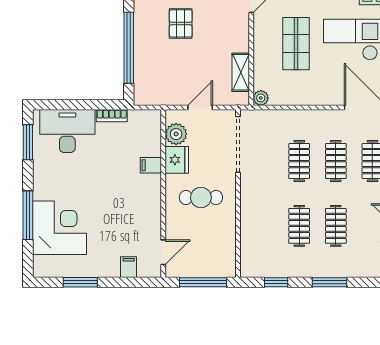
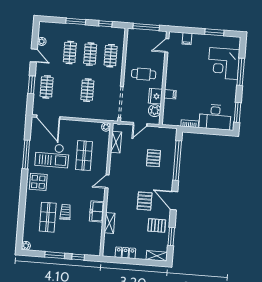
pallet: (181, 23) -> (153, 158), moved
clothes rail: (336, 161) -> (111, 56), moved

